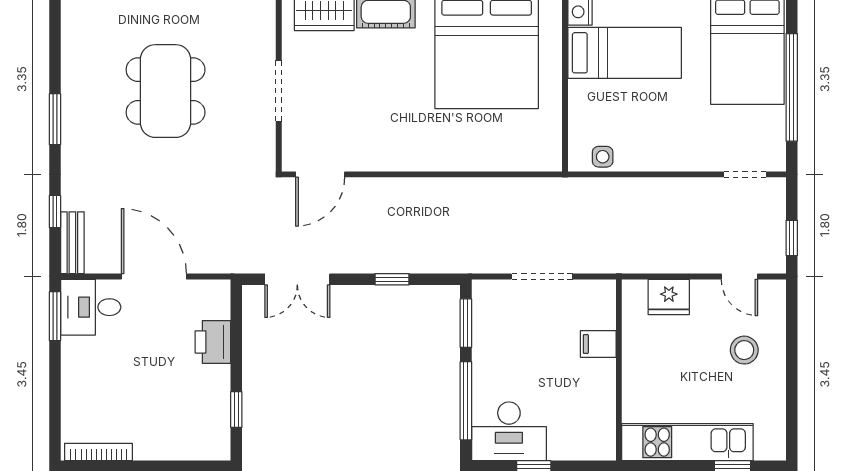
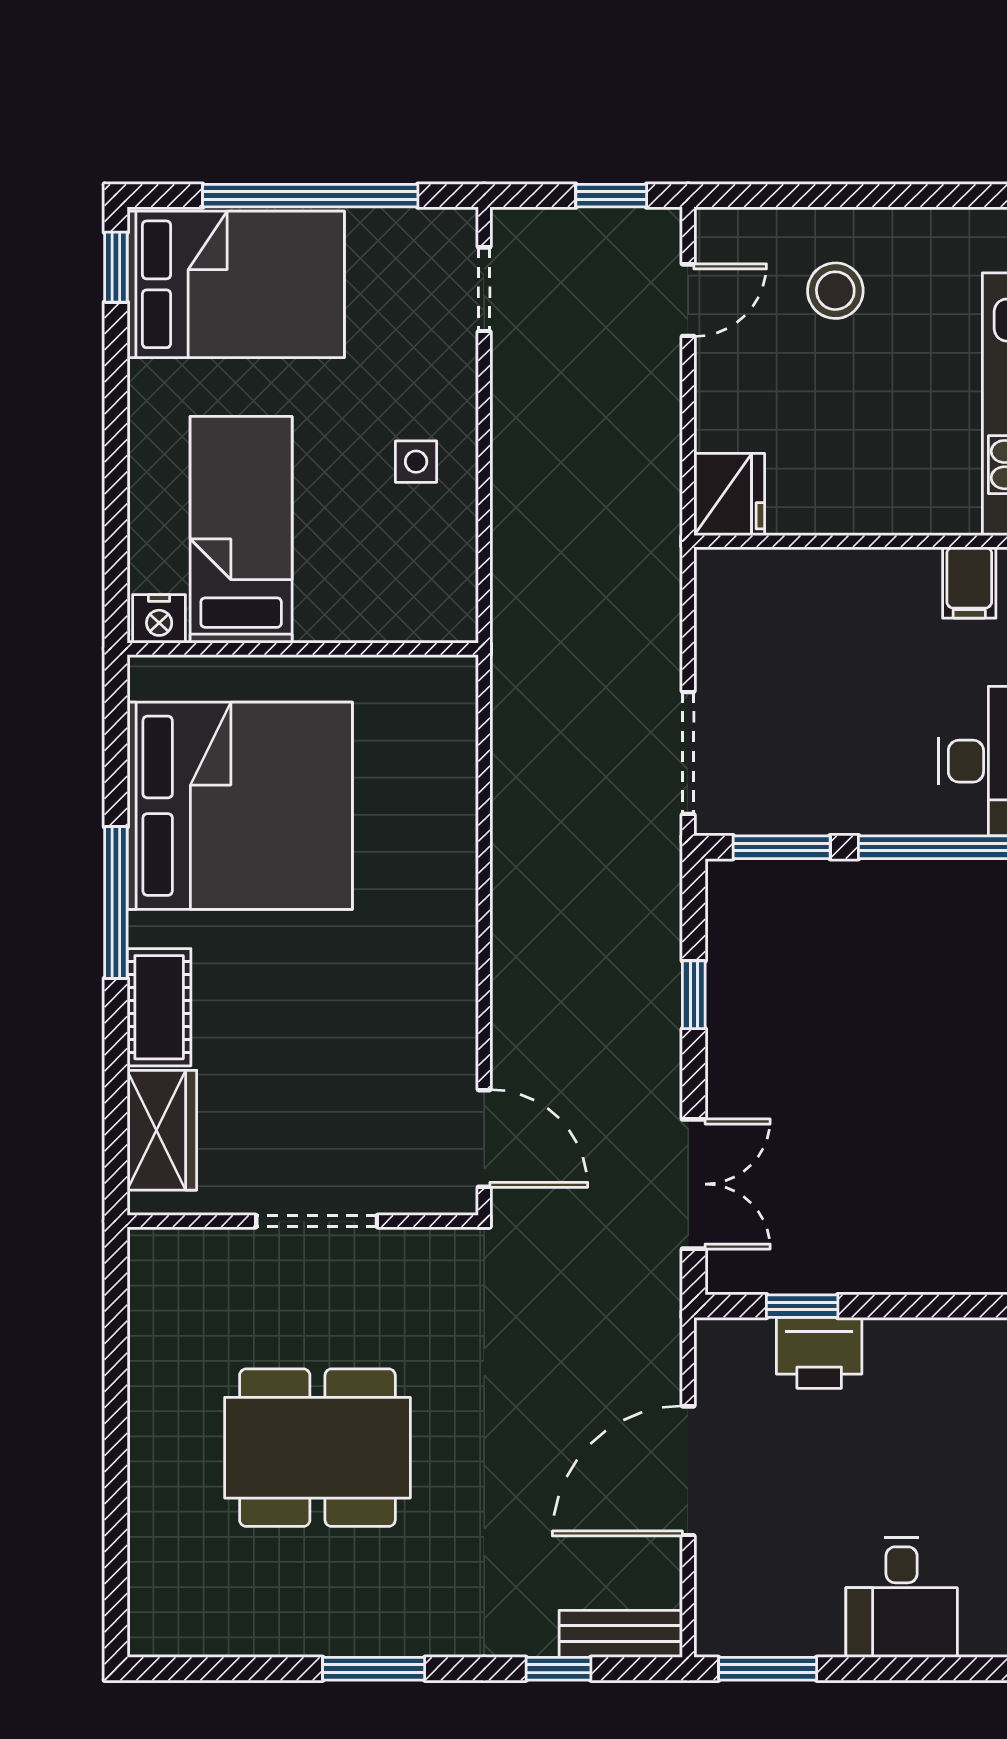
side table: (603, 157) -> (416, 462), moved
doorway: (542, 276) -> (688, 753), moved
fridge: (669, 297) -> (729, 494), moved
desk: (91, 307) -> (902, 1597), moved
filing cabinet: (598, 344) -> (969, 583), moved
window: (236, 410) -> (802, 1306), moved

